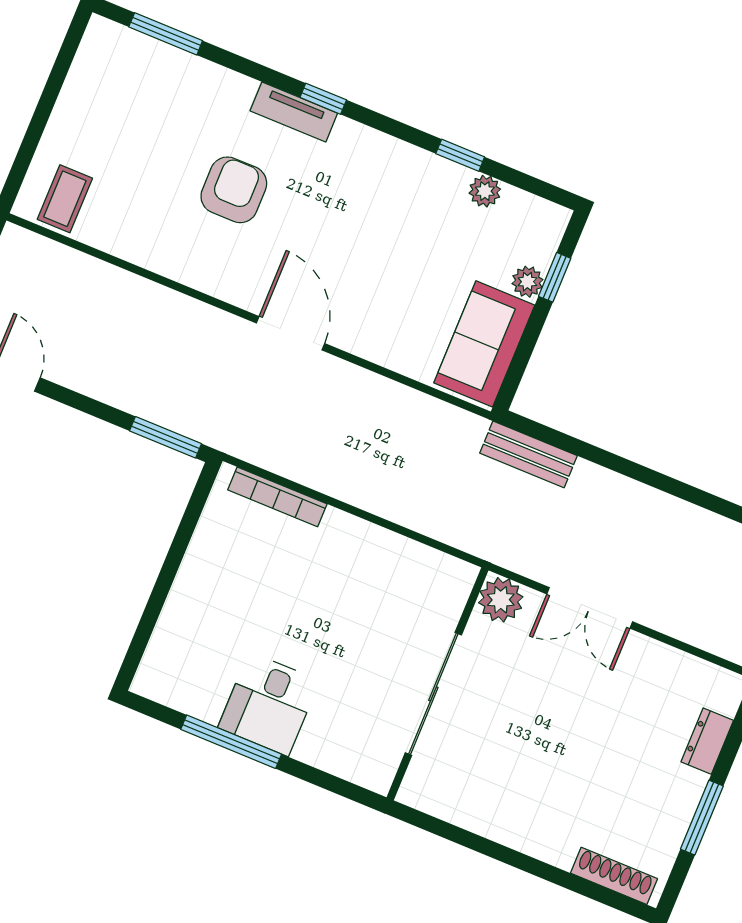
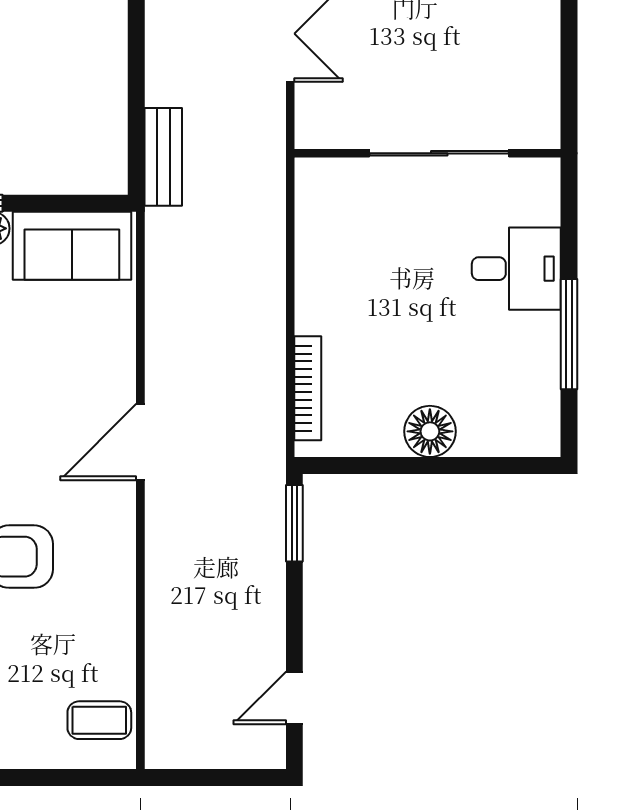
floor lamp: (197, 587) -> (430, 431), added
plant: (501, 600) -> (318, 125), removed
desk: (269, 704) -> (516, 269), moved

